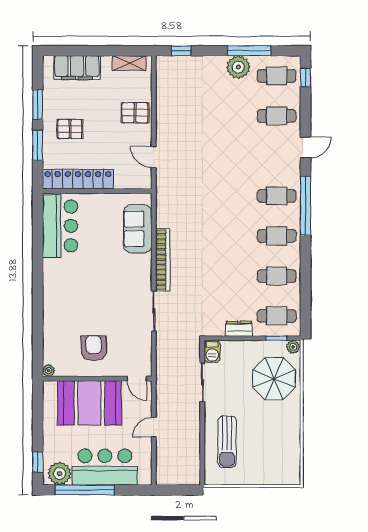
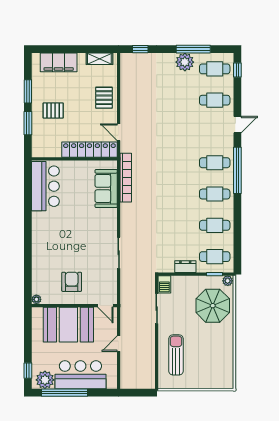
pallet: (135, 113) -> (104, 98), turned 90
locker: (78, 179) -> (89, 150), moved
bookcase: (163, 260) -> (126, 178), moved
sun lounger: (227, 442) -> (176, 355), turned 180

